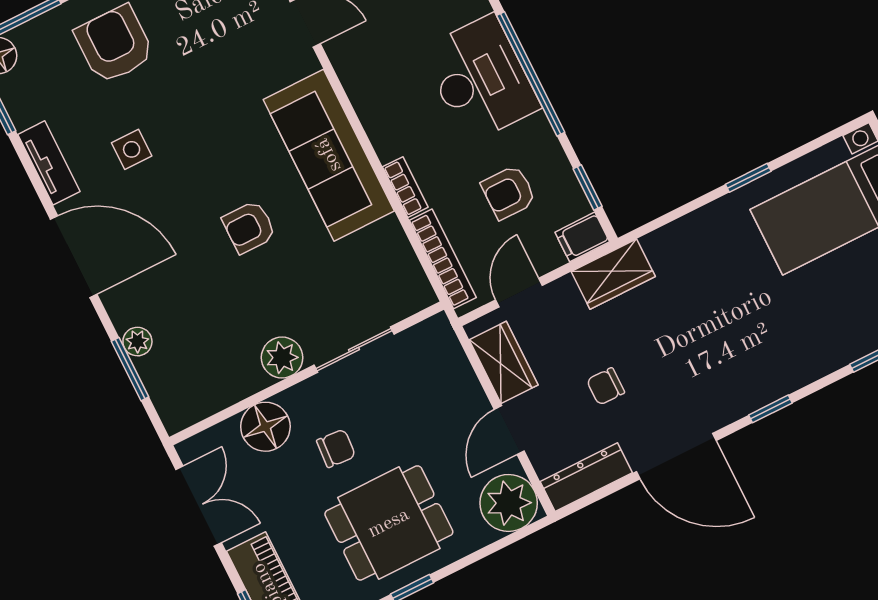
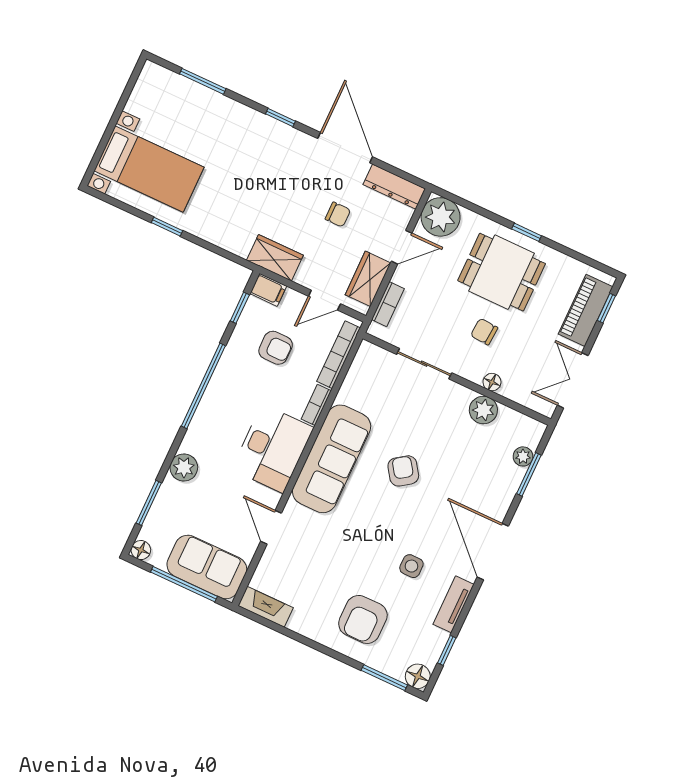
desk: (481, 79) -> (273, 448), moved, turned 180
armchair: (249, 227) -> (403, 471), turned -125
plant: (137, 342) -> (523, 456), moved
plant: (282, 358) -> (483, 410), moved
bookcase: (456, 362) -> (388, 304), added
floor lamp: (265, 427) -> (492, 382), width x0.53, depth x0.53

